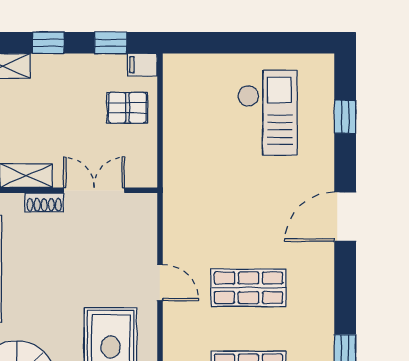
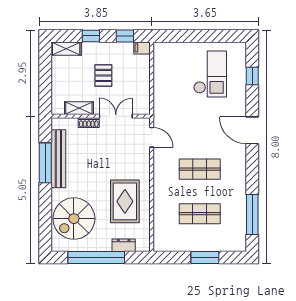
pallet: (127, 108) -> (103, 75), moved, turned 90
door: (345, 217) -> (252, 130), hinge flipped
door: (160, 283) -> (152, 137), moved

